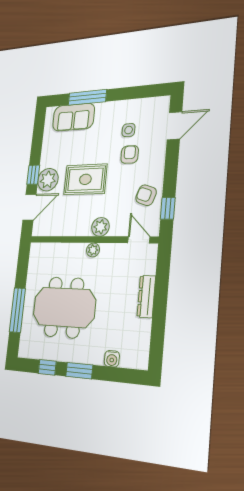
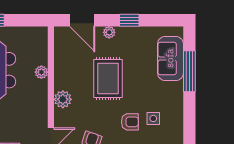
window: (33, 175) -> (129, 20), moved
plant: (48, 180) -> (109, 32), width x0.53, depth x0.53
plant: (93, 250) -> (41, 72), moved

